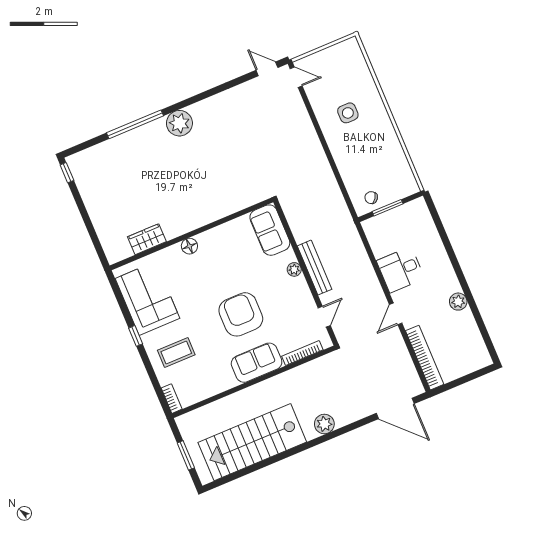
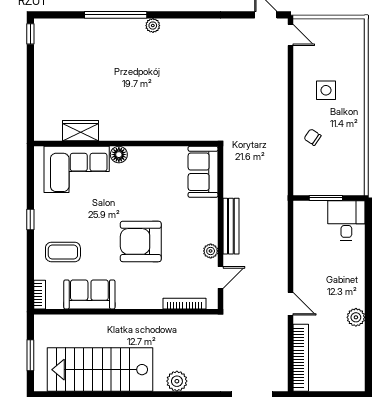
plant: (179, 123) -> (153, 26), width x0.53, depth x0.53
chair: (371, 198) -> (313, 137), moved
plant: (294, 269) -> (211, 251), moved
desk: (401, 270) -> (346, 221), moved, turned 90
corner sofa: (147, 298) -> (77, 169), moved, turned 90
armchair: (241, 314) -> (141, 241), turned -90
door: (396, 314) -> (291, 304), swing flipped
sofa: (257, 363) -> (89, 294), moved

